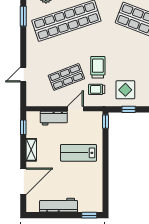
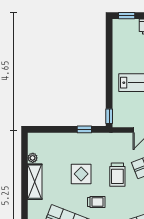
trolley: (97, 89) -> (96, 202), moved
display table: (125, 90) -> (81, 174), moved

